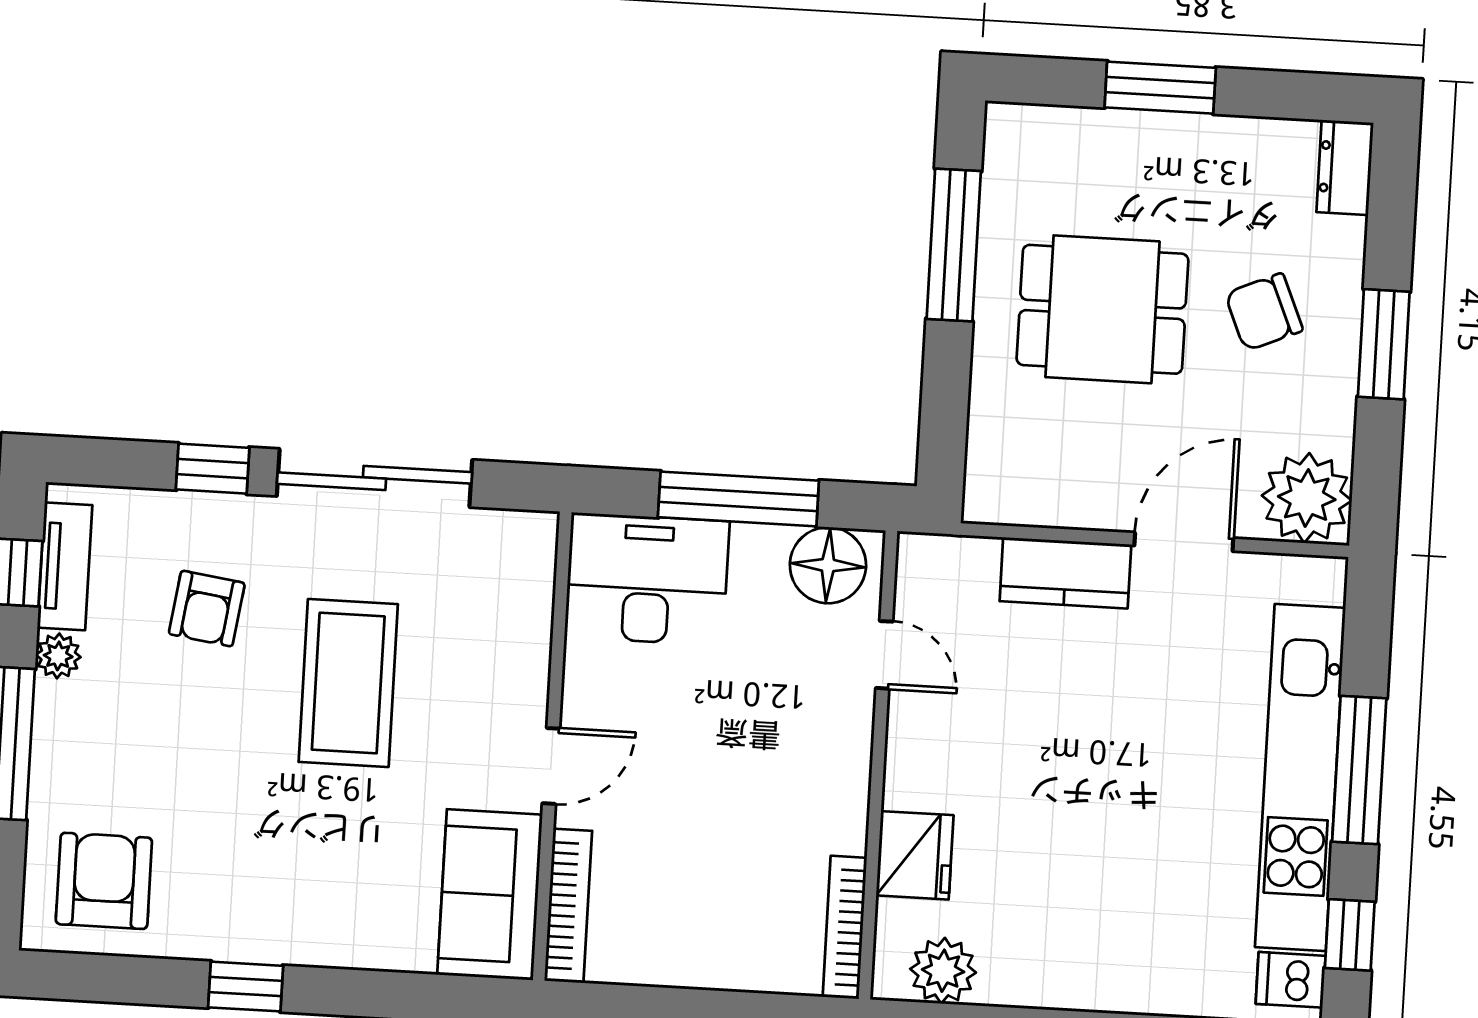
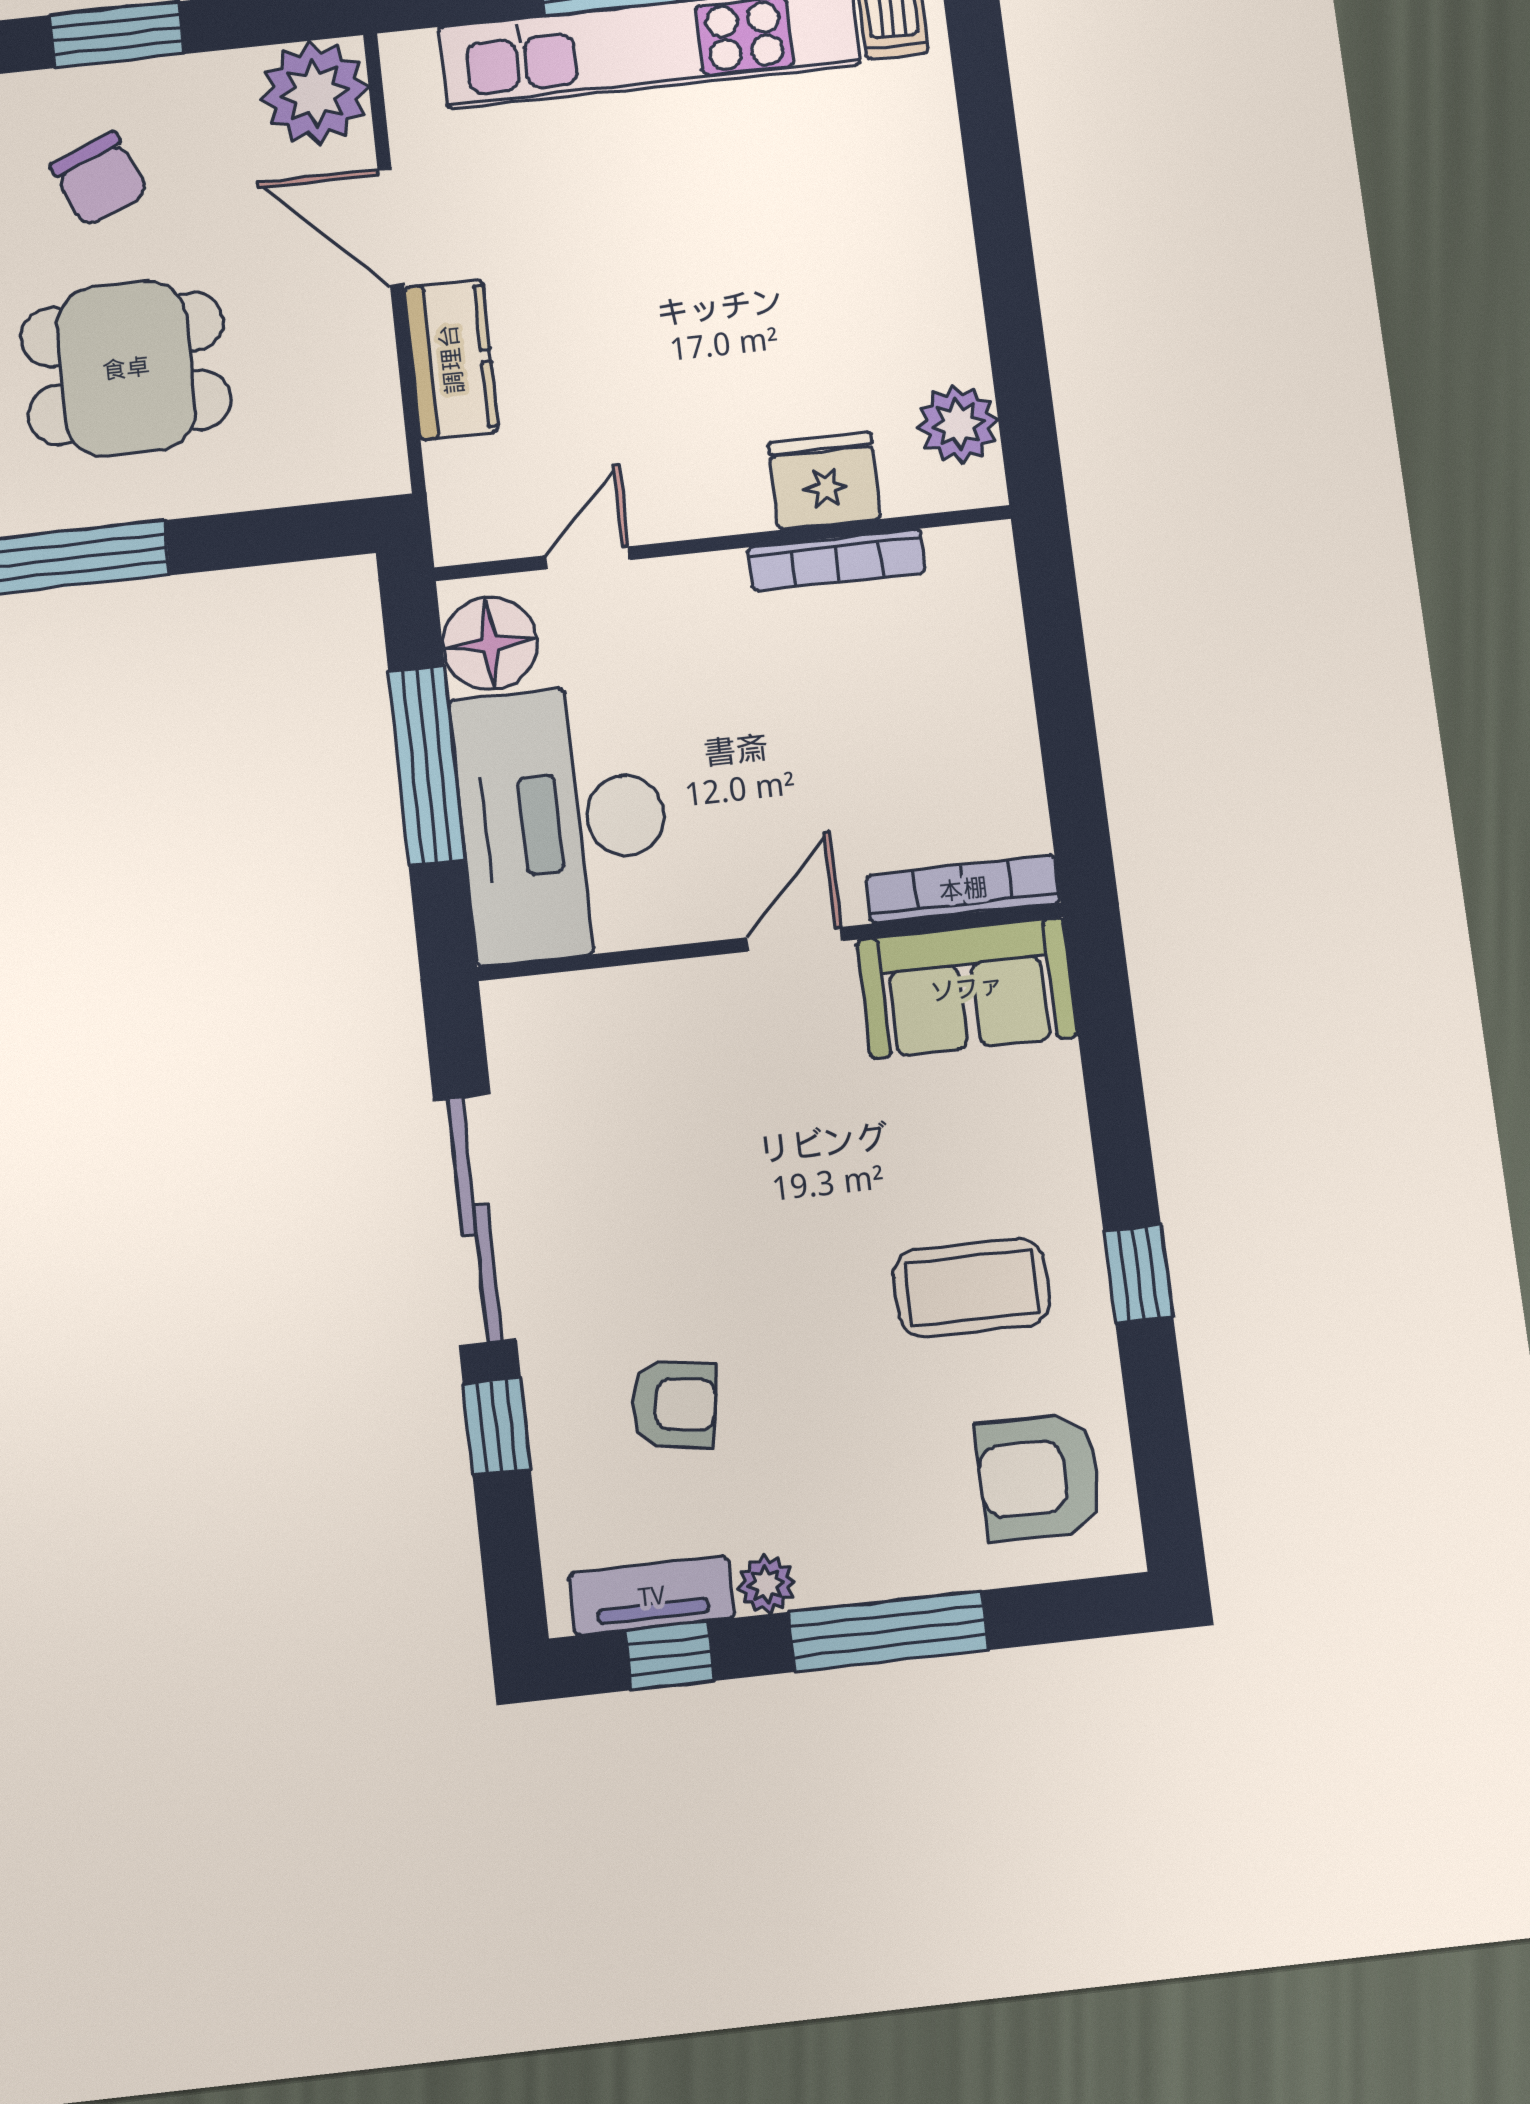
dining table: (1102, 309) -> (126, 368), turned 90
desk: (647, 579) -> (563, 822), width x1.36, depth x1.30
coffee table: (348, 683) -> (972, 1288), moved, width x0.73, depth x0.76
door: (551, 766) -> (795, 939), hinge flipped
bookcase: (845, 927) -> (837, 560), moved

